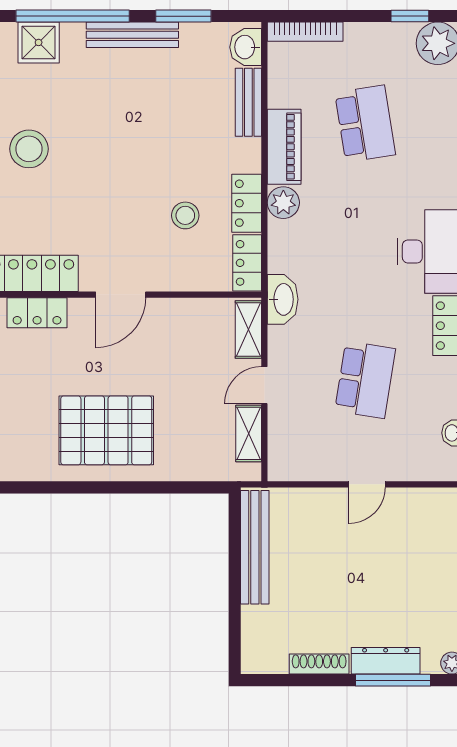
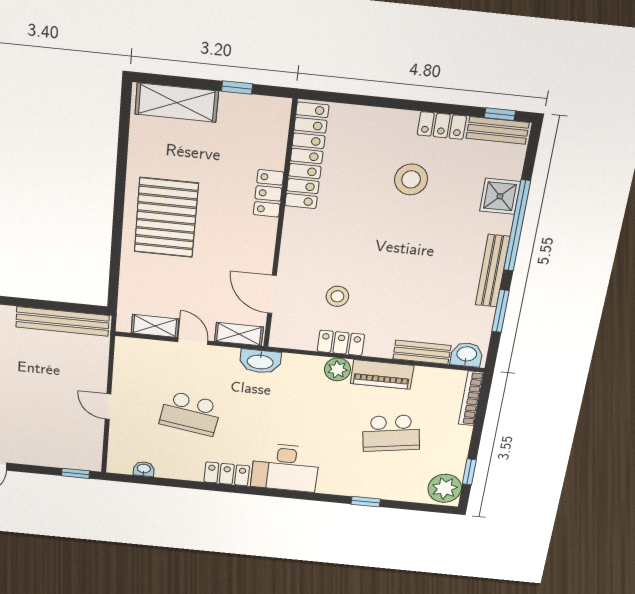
locker: (247, 263) -> (293, 338), removed
door: (121, 295) -> (272, 294), moved
locker: (37, 313) -> (268, 193), moved

